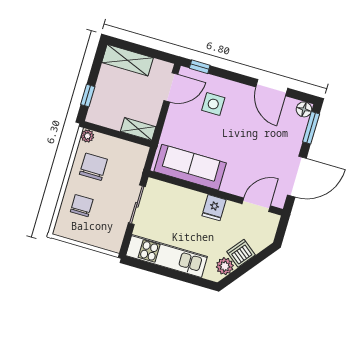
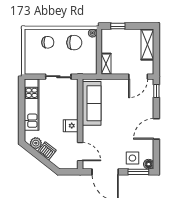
door: (171, 87) -> (138, 77), hinge flipped
door: (272, 88) -> (156, 129), moved
side table: (213, 104) -> (132, 158), moved

